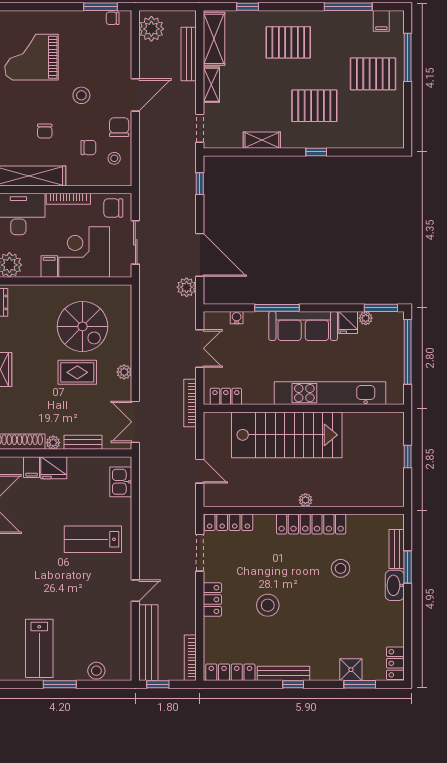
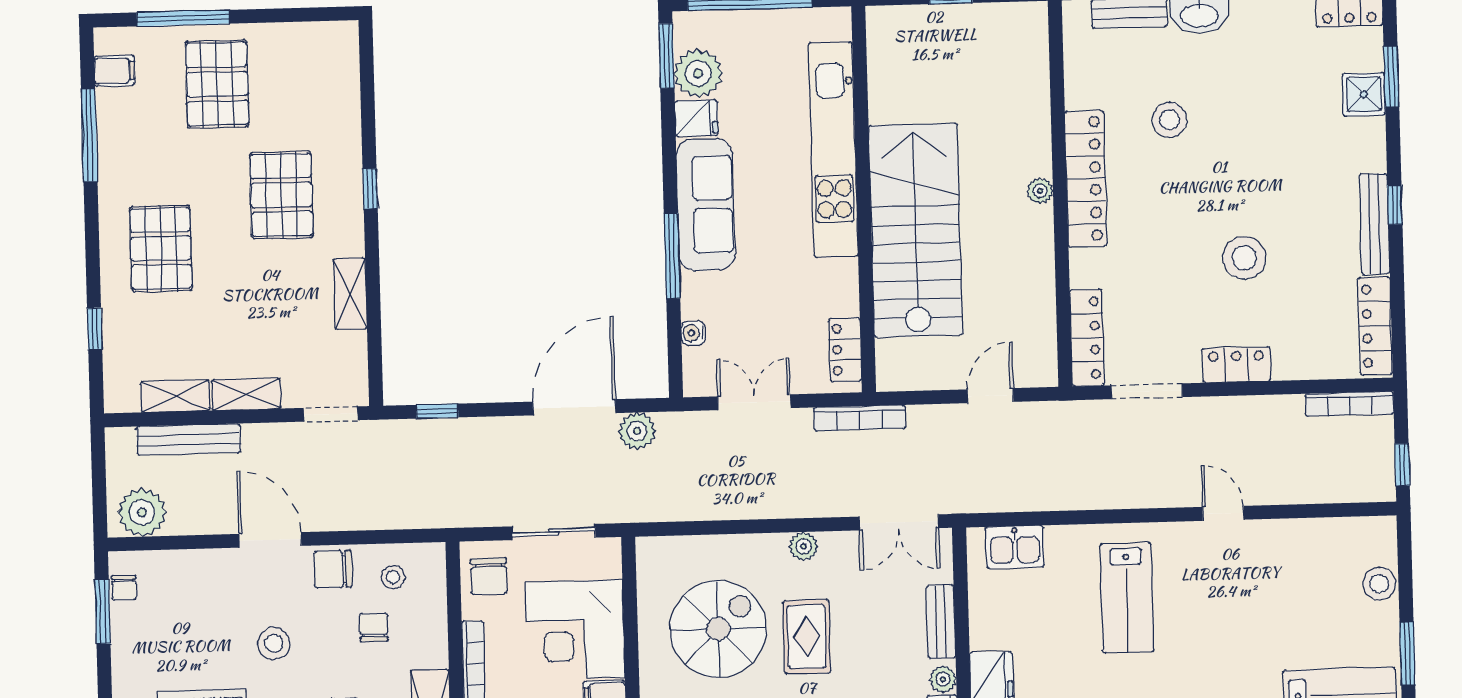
shelving: (214, 39) -> (175, 396), width x0.67, depth x0.75
plant: (366, 318) -> (698, 73), width x1.88, depth x1.88
bench: (148, 643) -> (1323, 485), removed

